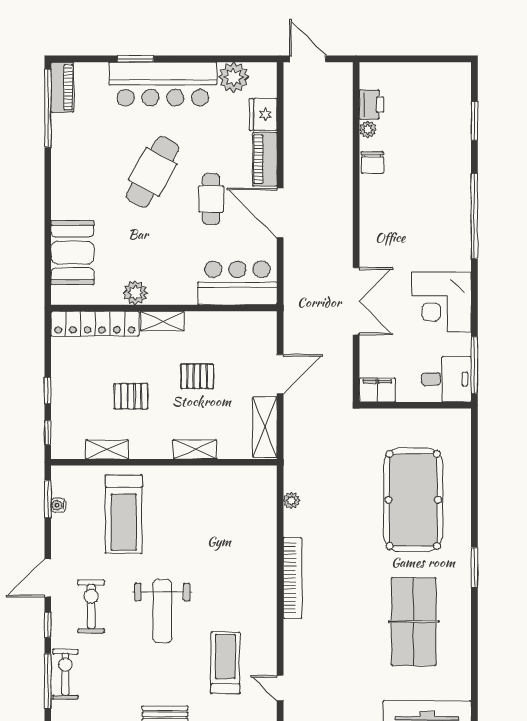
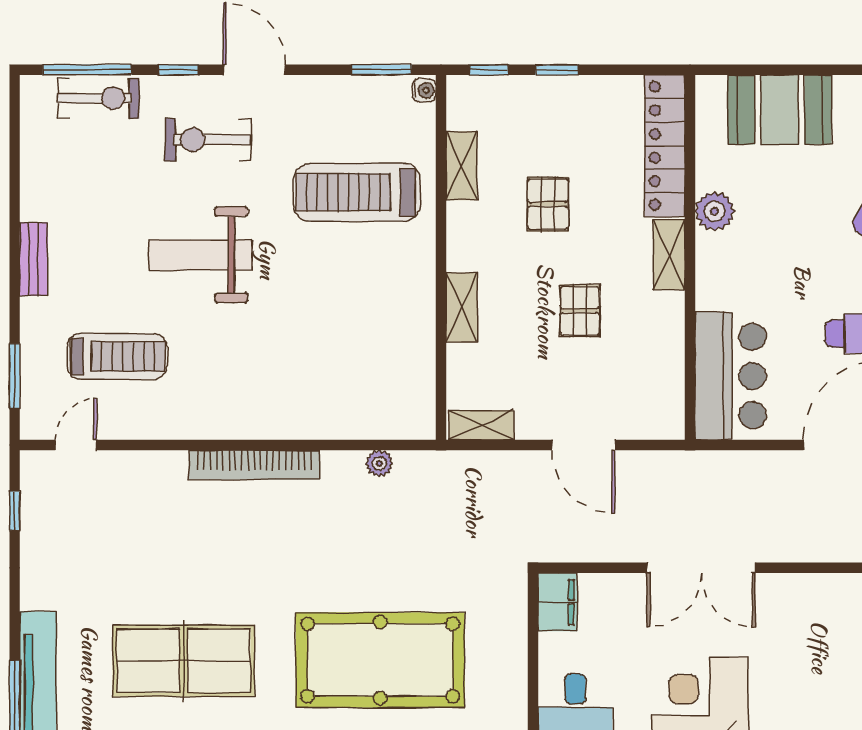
shelving: (265, 427) -> (481, 425), width x0.67, depth x0.75
water cooler: (58, 505) -> (424, 90), moved, turned 90
exercise bike: (91, 606) -> (208, 140), turned 180

